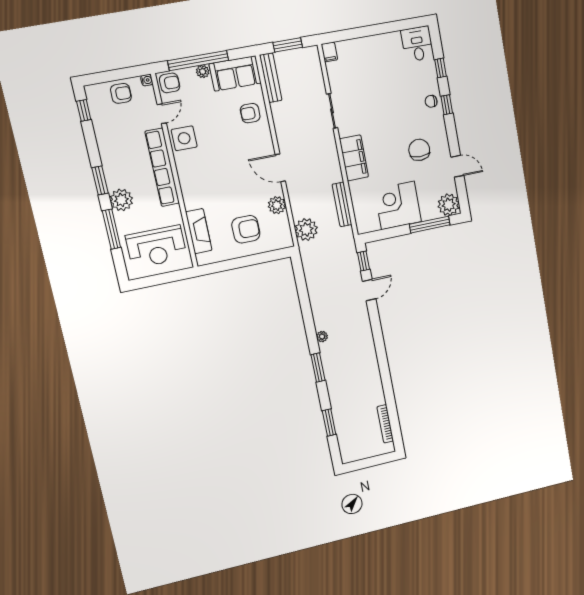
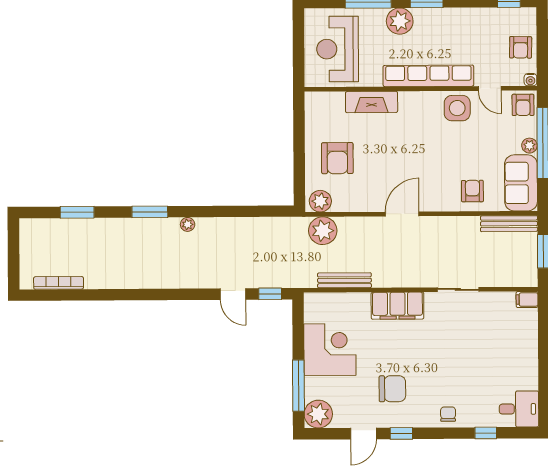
window: (447, 105) -> (401, 433), moved
plant: (277, 205) -> (320, 201), moved
fireplace: (199, 231) -> (372, 102), moved

